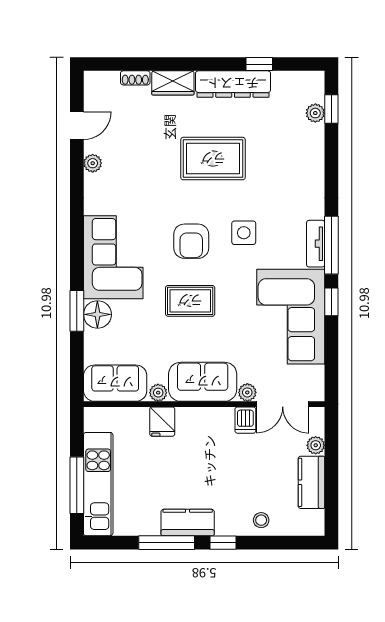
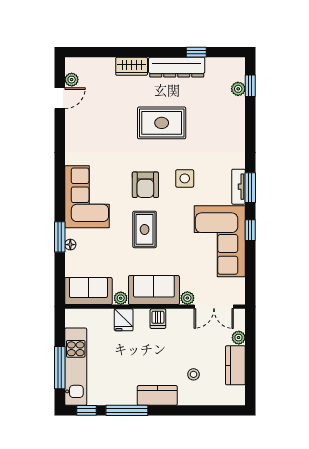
shoe rack: (135, 78) -> (103, 62), removed
plant: (93, 163) -> (72, 80), moved
window: (331, 245) -> (250, 188), width x0.69
rug: (190, 301) -> (145, 229), turned 90
floor lamp: (97, 314) -> (70, 245), width x0.53, depth x0.53
dishwasher: (245, 420) -> (158, 319), moved
stool: (261, 520) -> (193, 374), moved
kitchen counter: (188, 523) -> (157, 395), moved
window: (223, 543) -> (86, 410), moved

